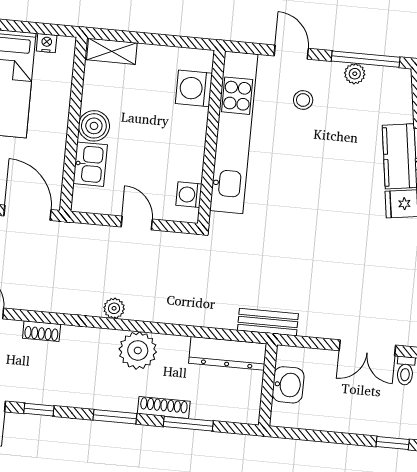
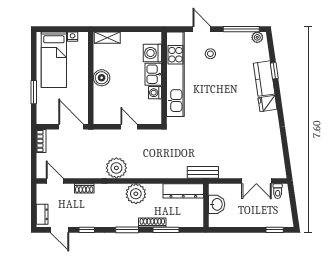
plant: (355, 74) -> (257, 37), moved
kitchen sink: (90, 164) -> (153, 74), moved, turned 180
washing machine: (189, 195) -> (155, 93), moved
plant: (114, 308) -> (116, 168), width x1.87, depth x1.87

